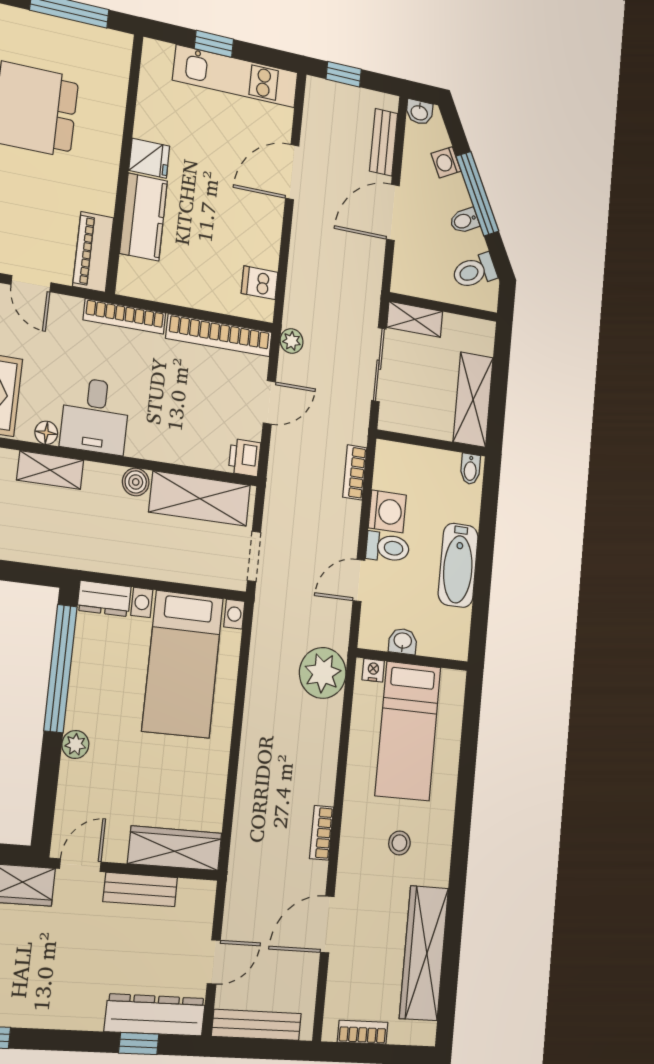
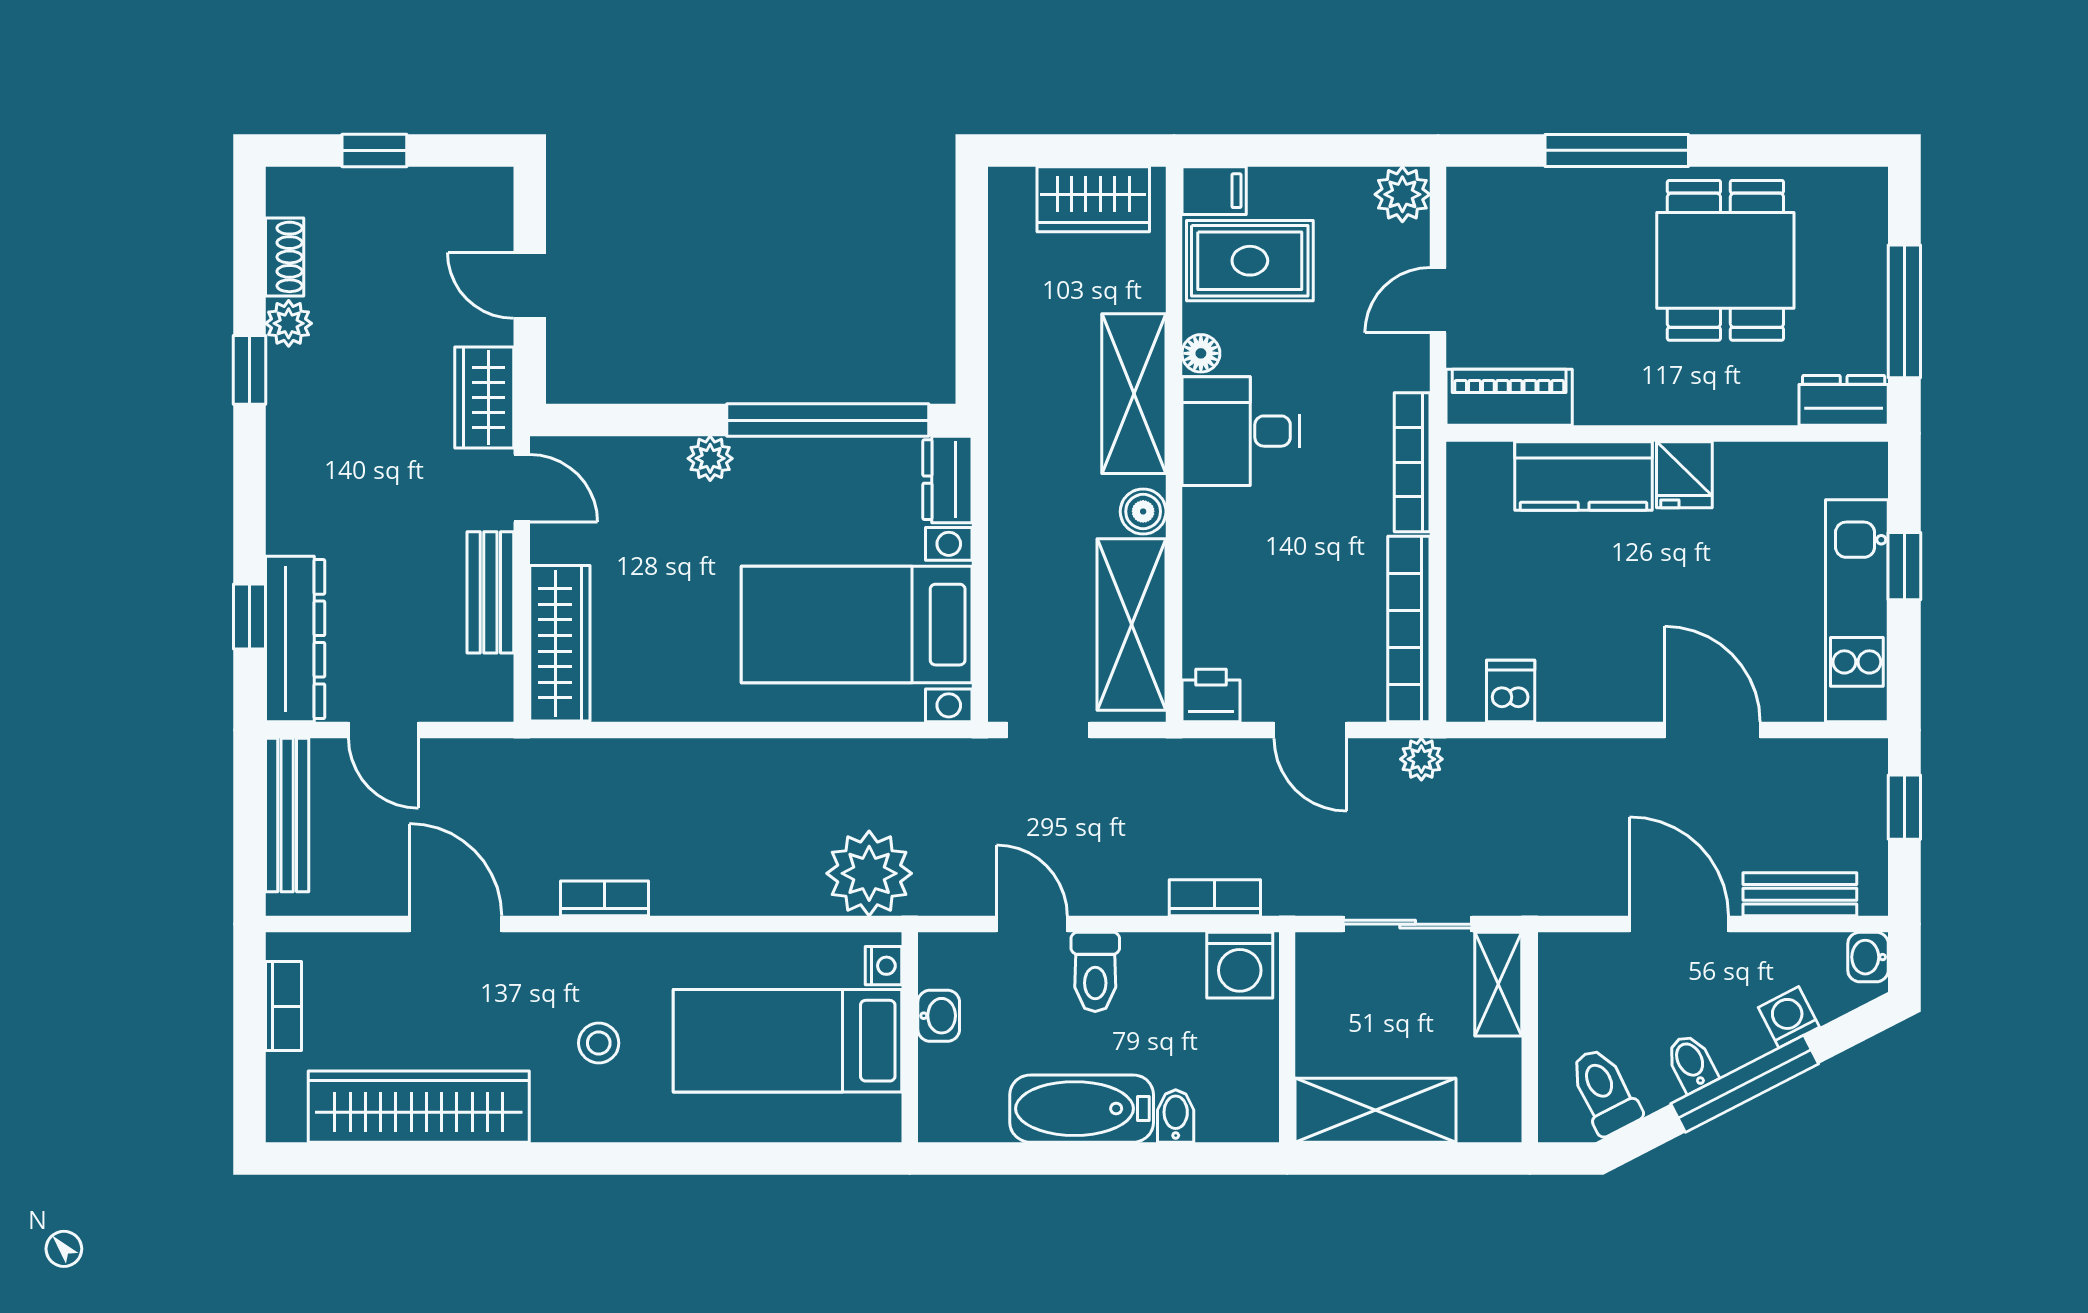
dresser: (117, 57) -> (1844, 400), added
bidet: (470, 469) -> (1176, 1116), moved, turned 90
shelving: (50, 470) -> (1134, 394), width x1.50, depth x1.33
washing machine: (387, 511) -> (1240, 965), moved

